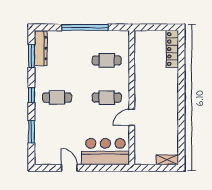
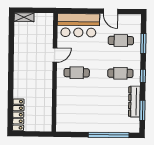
window: (85, 27) -> (109, 135), moved
dresser: (41, 48) -> (134, 102), moved
cafe table: (107, 60) -> (121, 41), moved

